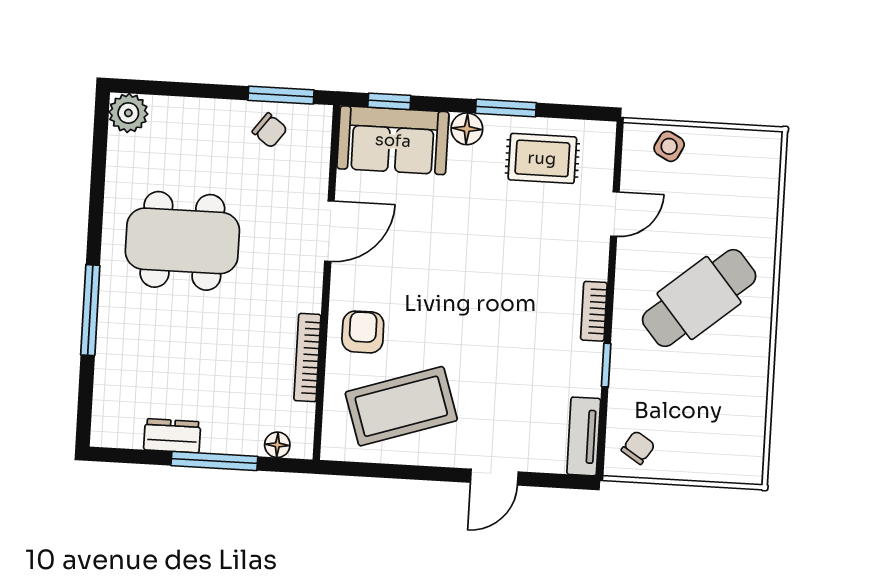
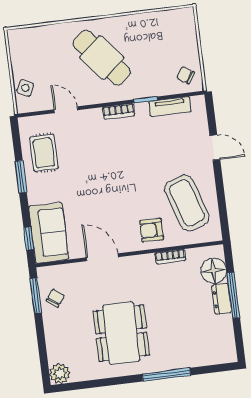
floor lamp: (467, 129) -> (36, 195), removed
bookcase: (307, 358) -> (170, 257), width x0.64
dresser: (172, 436) -> (222, 299), moved
tv unit: (584, 436) -> (170, 107), moved
floor lamp: (277, 445) -> (214, 271), width x1.89, depth x1.89

